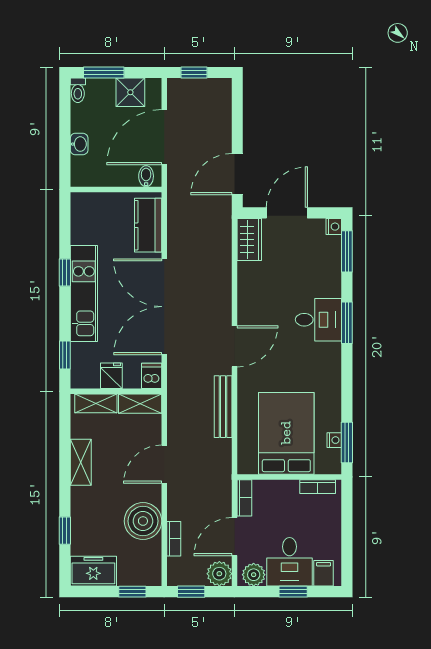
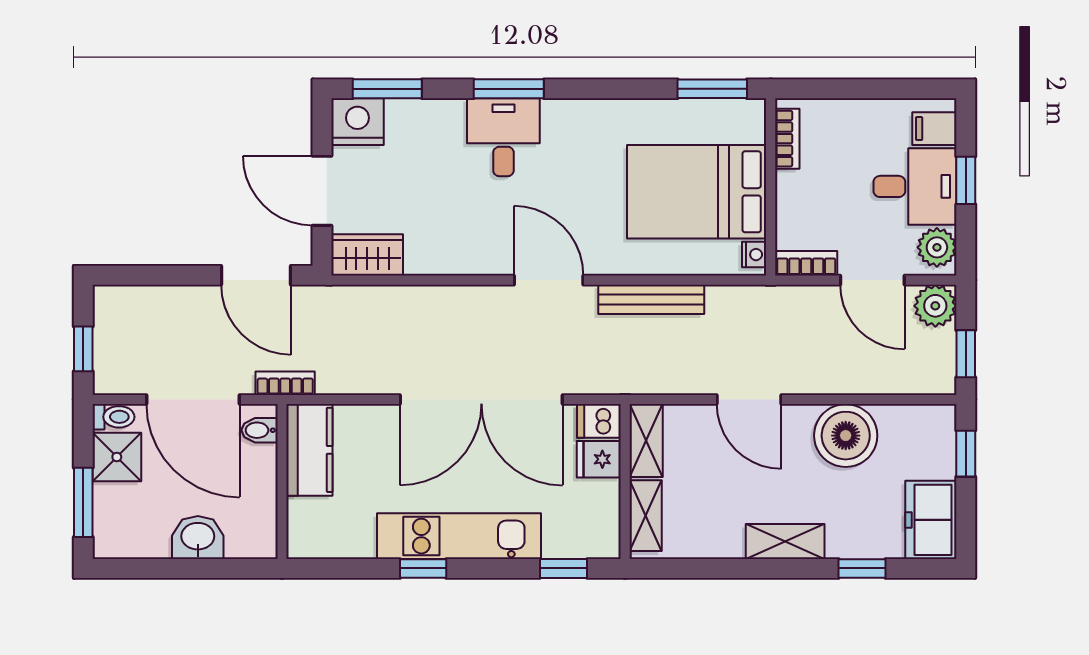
toilet: (78, 90) -> (113, 417), moved
washbasin: (79, 144) -> (198, 537), width x1.38, depth x1.45
kitchen counter: (148, 225) -> (309, 450), moved, turned -90
nightstand: (334, 227) -> (357, 122), width x1.89, depth x1.79
fridge: (111, 376) -> (599, 459), moved
nightstand: (334, 440) -> (754, 255), moved, turned 90
shelving: (81, 462) -> (785, 542), moved
bookcase: (174, 539) -> (285, 383), moved

